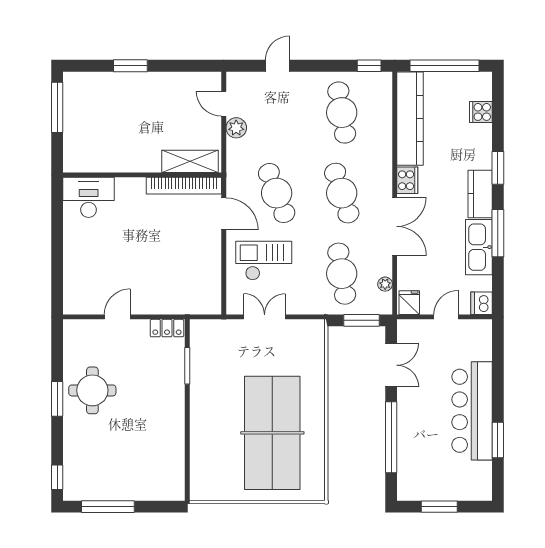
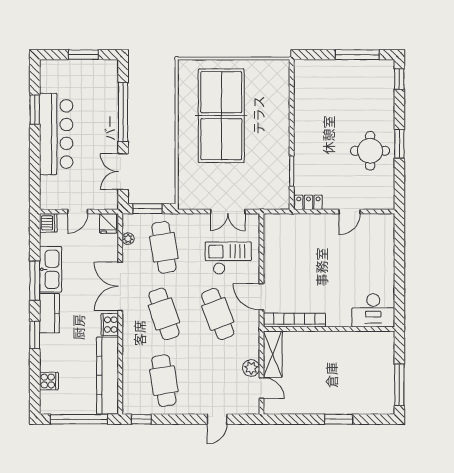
shelving: (190, 161) -> (273, 354), moved, turned 90
checkout: (264, 261) -> (228, 258), turned 180

